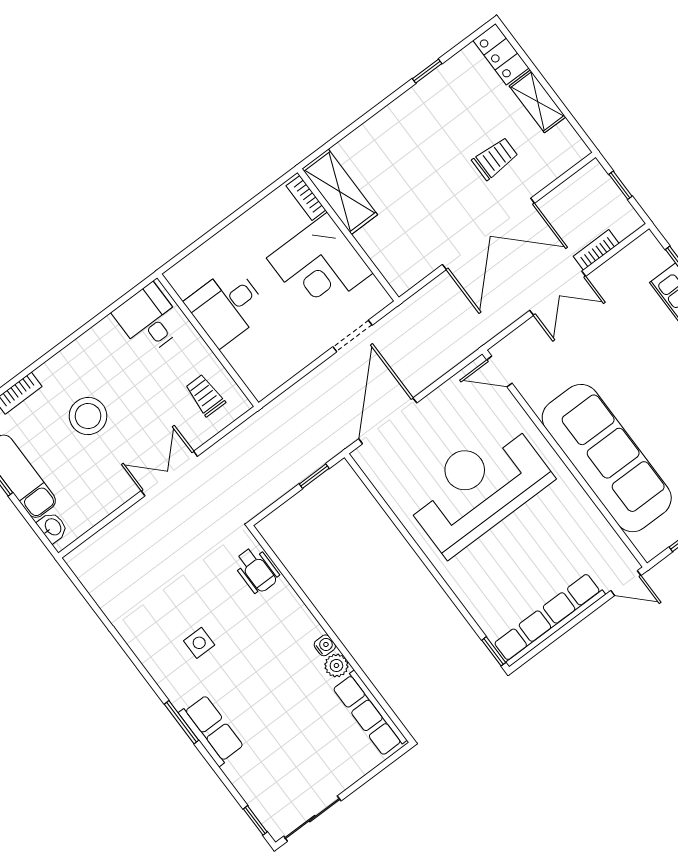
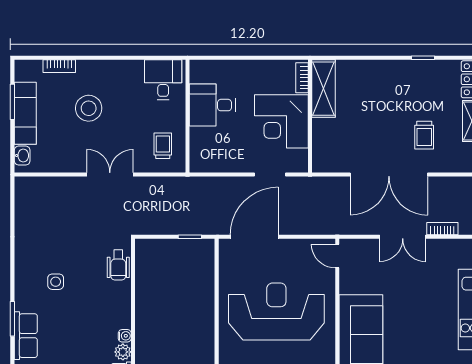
trolley: (495, 159) -> (424, 135), turned 90

